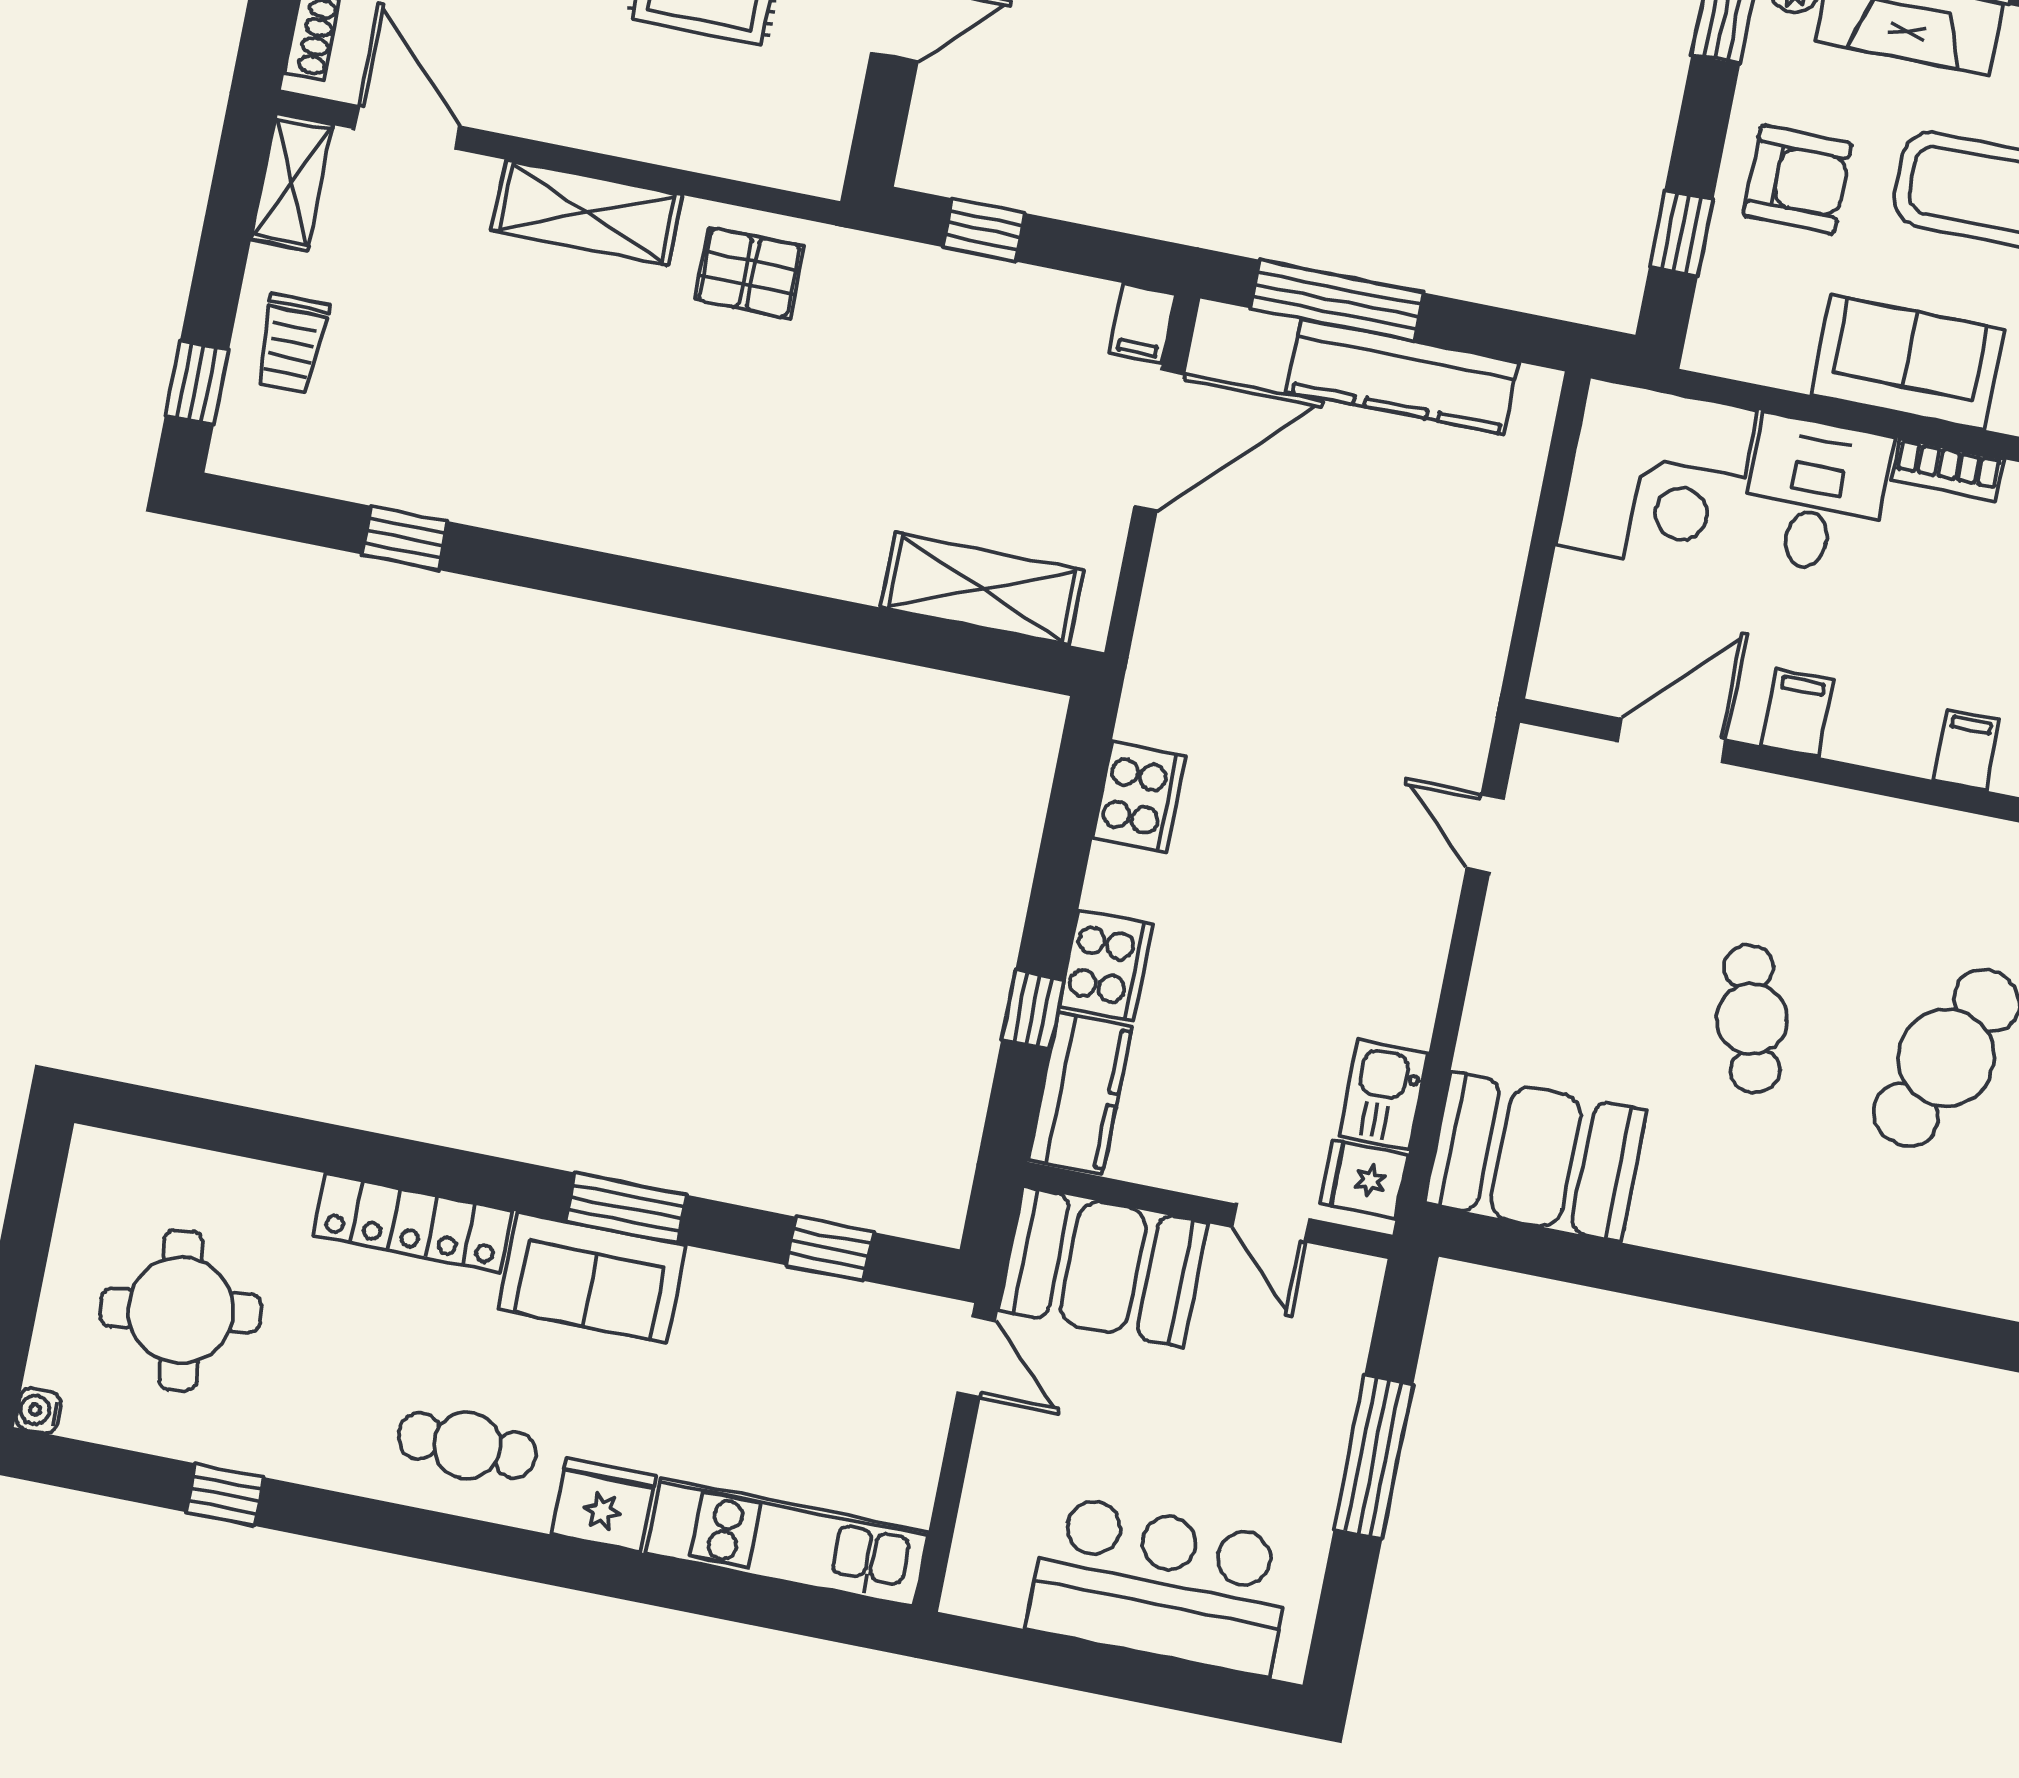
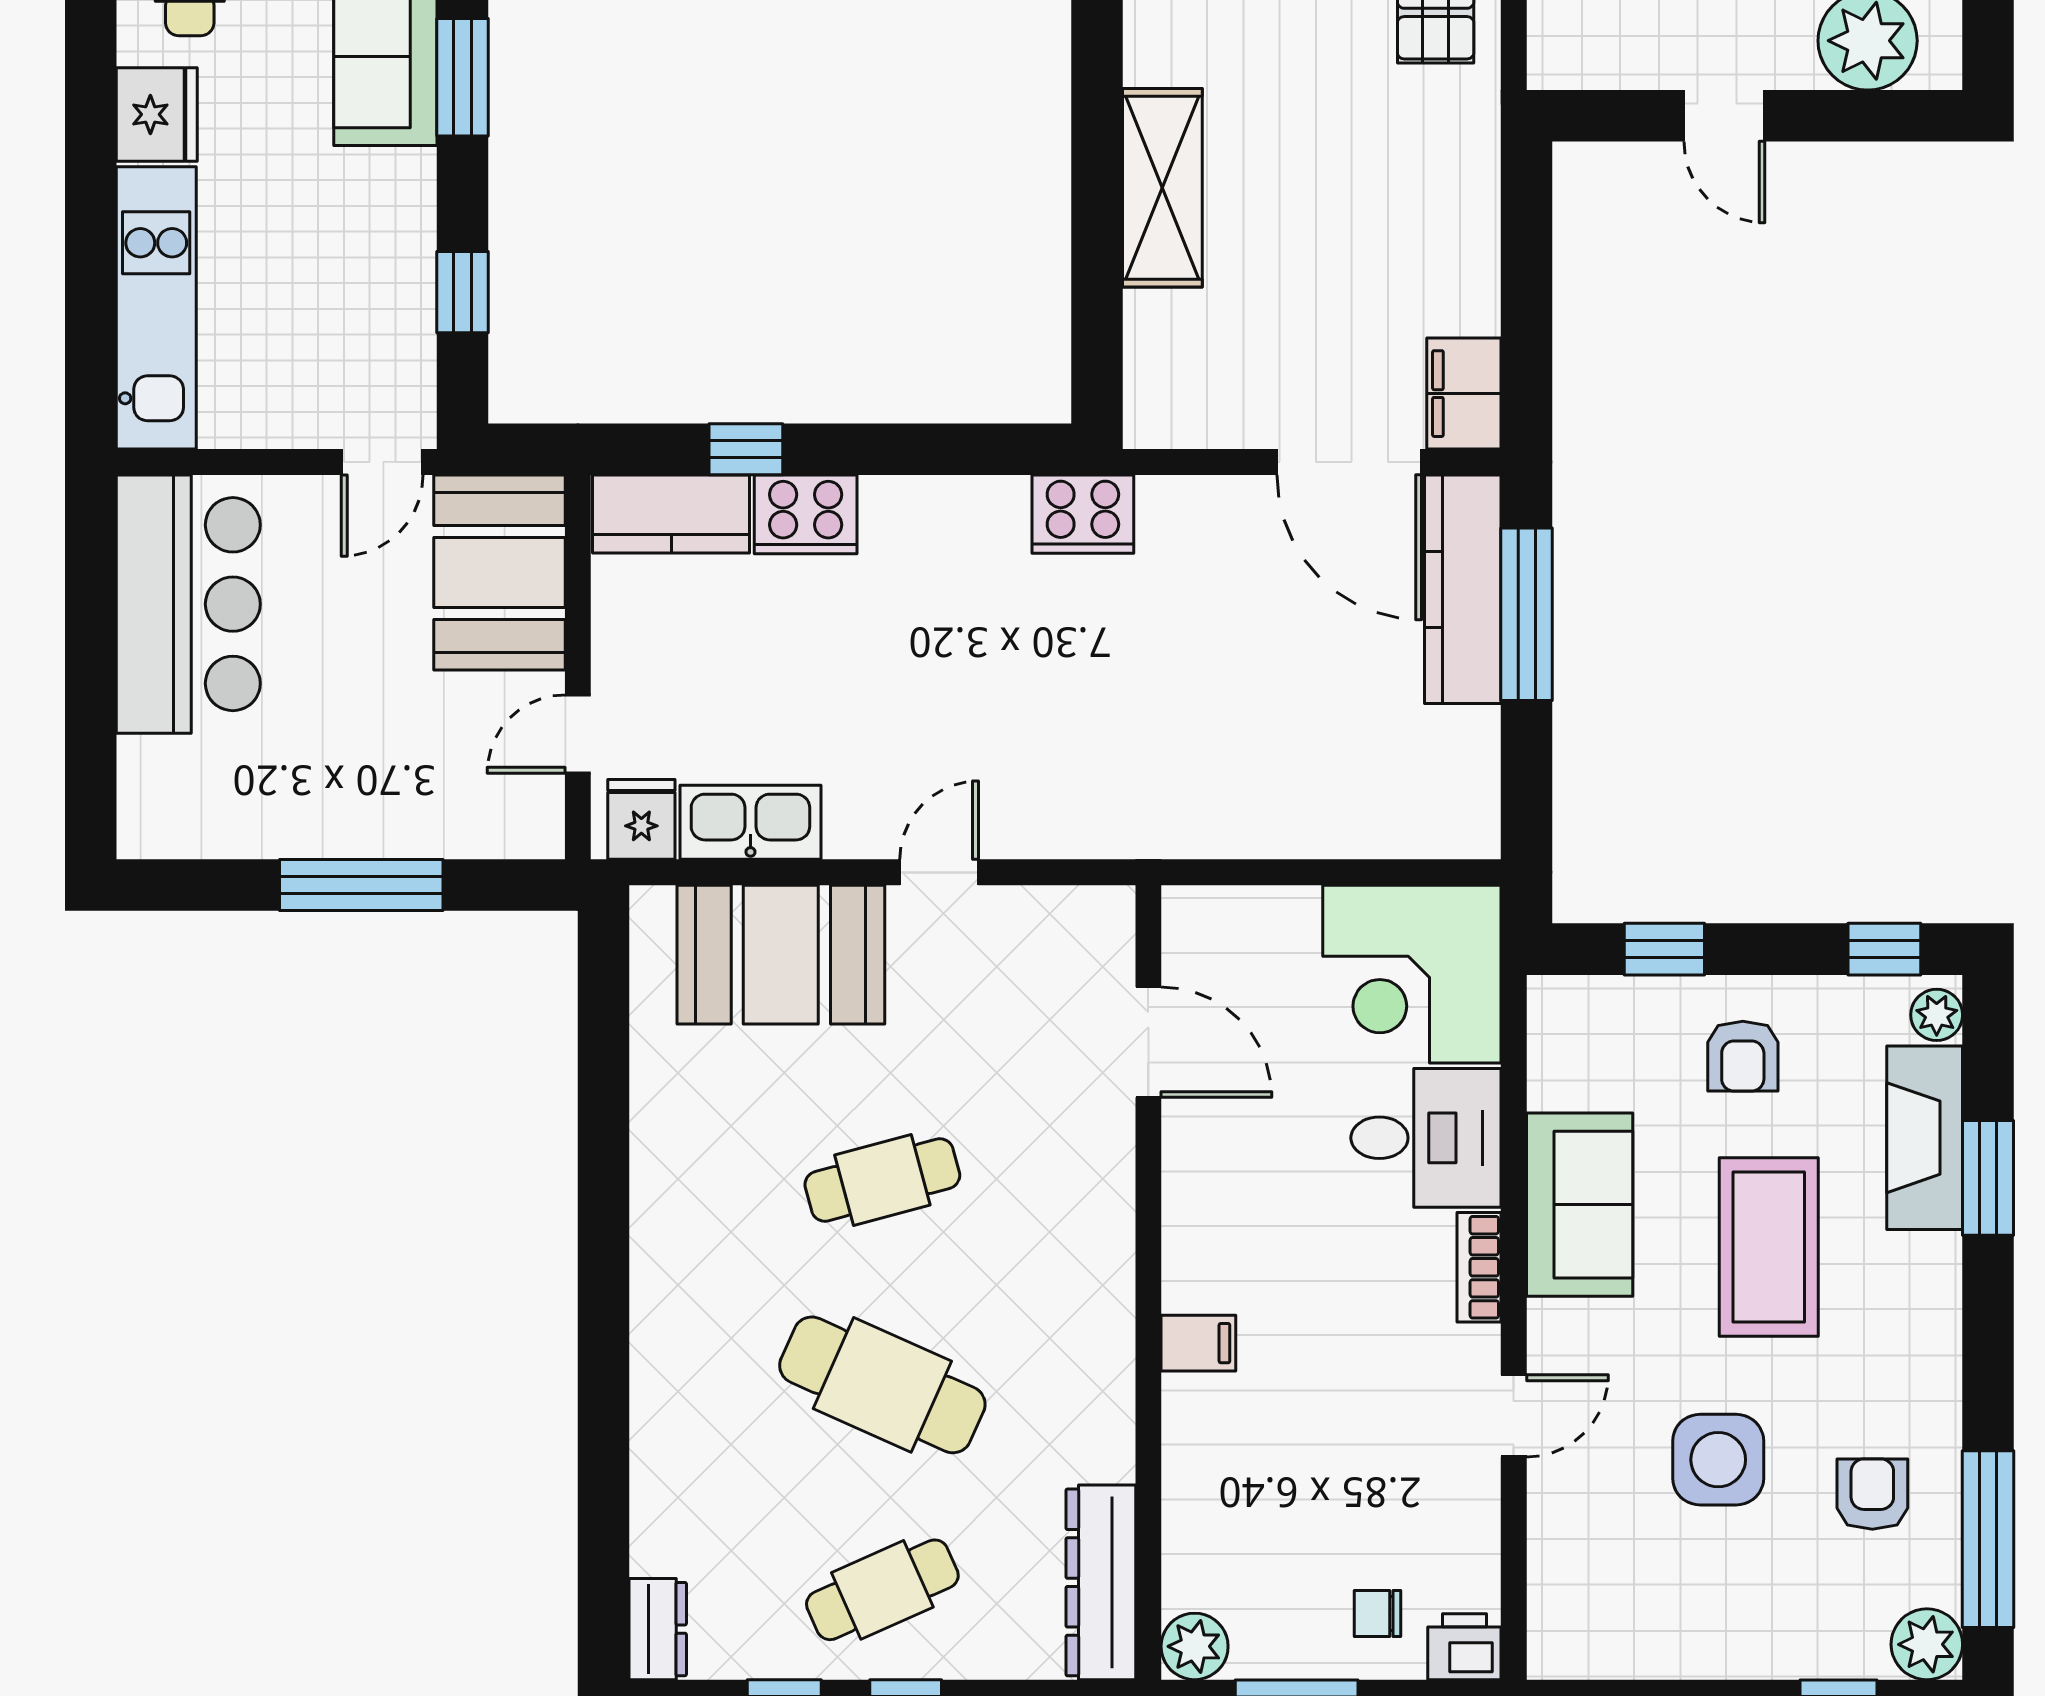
armchair: (1798, 179) -> (1743, 1056), width x0.72, depth x0.72
window: (984, 230) -> (1527, 242), removed
filing cabinet: (1142, 323) -> (1464, 394), width x2.00
kitchen counter: (1403, 377) -> (1463, 589), moved
shelving: (982, 589) -> (1162, 188), moved
filing cabinet: (1798, 713) -> (1202, 1164), removed
cooker: (1139, 797) -> (1083, 514), moved
door: (1485, 833) -> (939, 872), moved
kitchen sink: (1384, 1094) -> (750, 822), width x1.38
booth: (1536, 1157) -> (781, 955), moved, turned 90
bar counter: (1160, 1585) -> (188, 604), moved

